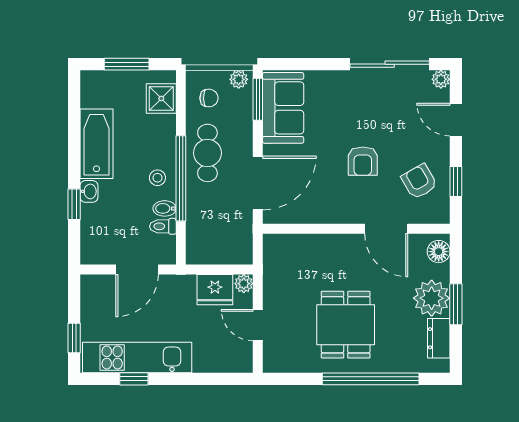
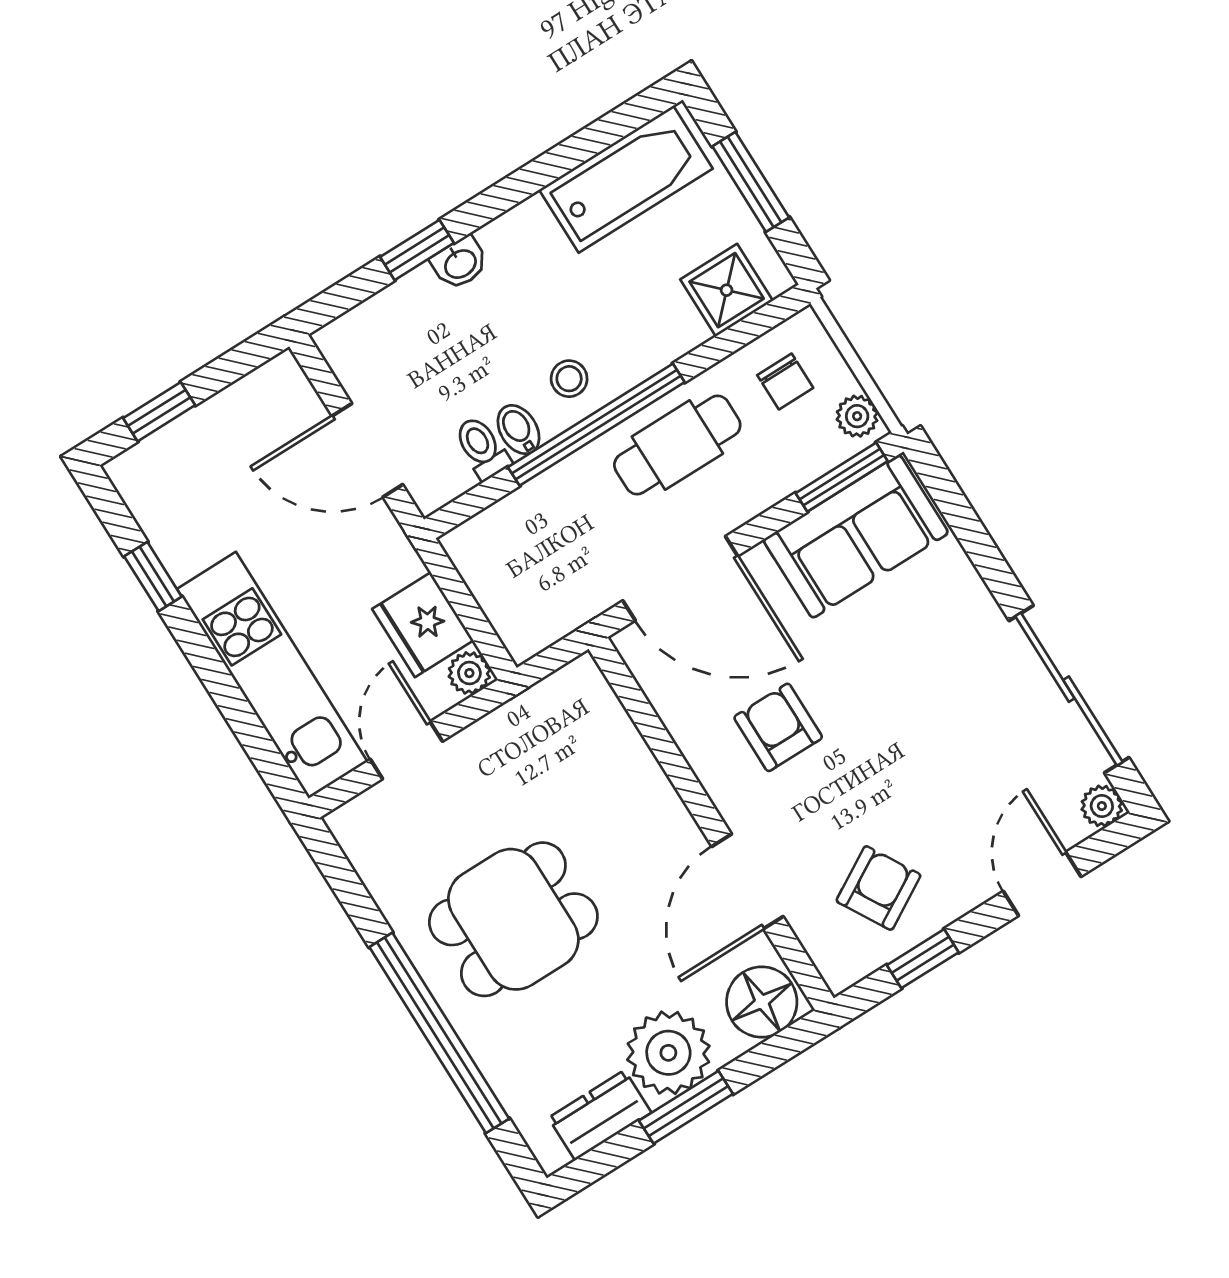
bathtub: (97, 144) -> (626, 179), moved
armchair: (363, 161) -> (778, 727), moved, turned 90
floor lamp: (439, 252) -> (762, 1002), width x1.38, depth x1.38
kitchen unit: (137, 357) -> (272, 675), moved

